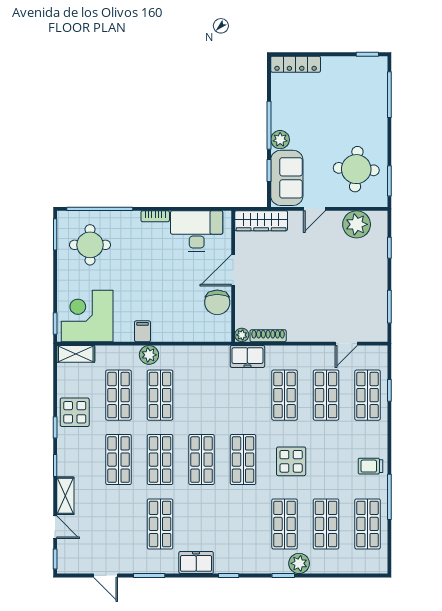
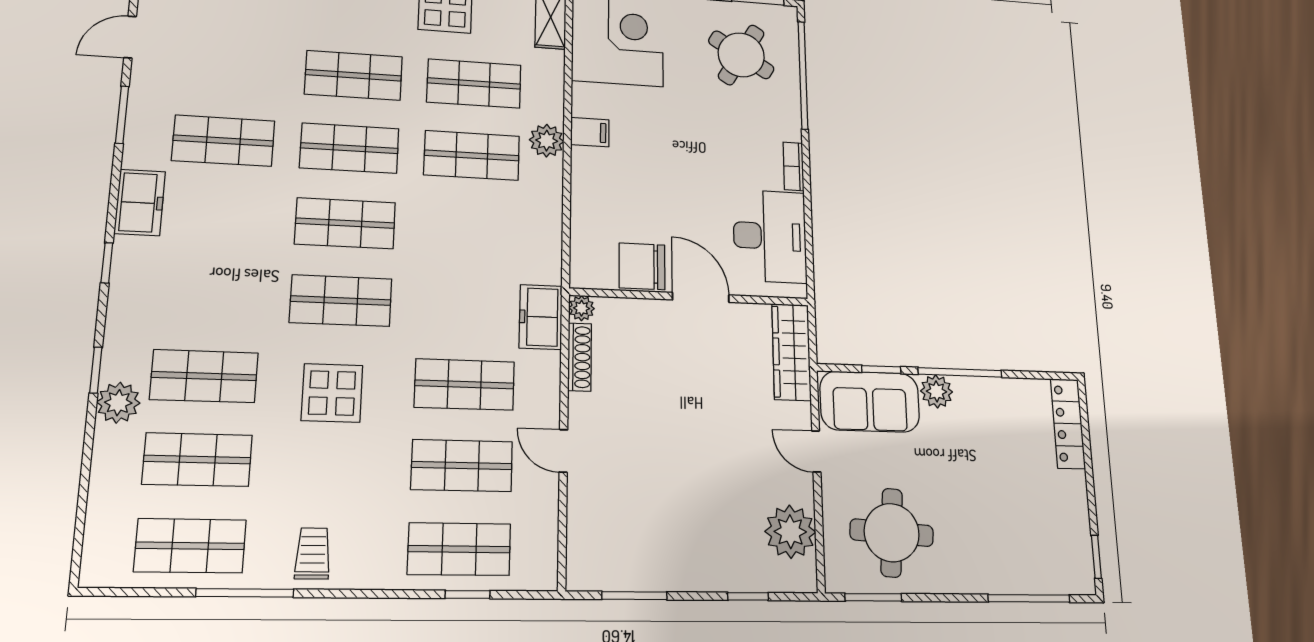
round table: (90, 245) -> (741, 55), turned 31
door: (346, 344) -> (563, 451), moved

